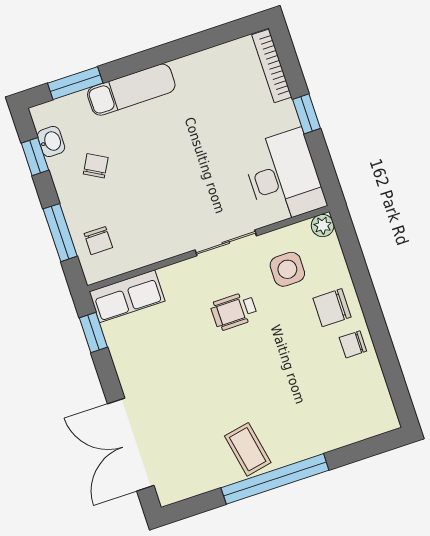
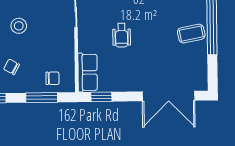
stool: (168, 156) -> (19, 26), added
wheelchair: (234, 311) -> (122, 35), moved

